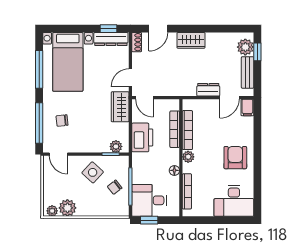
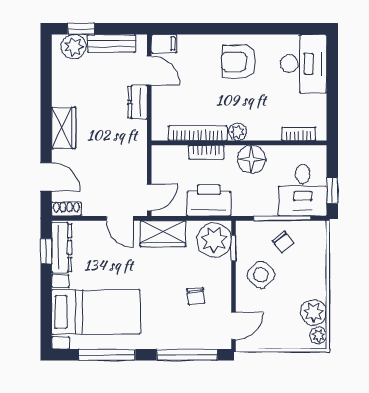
chair: (62, 121) -> (196, 296), moved
bookcase: (175, 129) -> (206, 152), width x0.64
plant: (116, 146) -> (214, 240), width x1.88, depth x1.88
floor lamp: (174, 170) -> (251, 159), width x1.89, depth x1.89
bookcase: (187, 191) -> (299, 134), width x0.64

